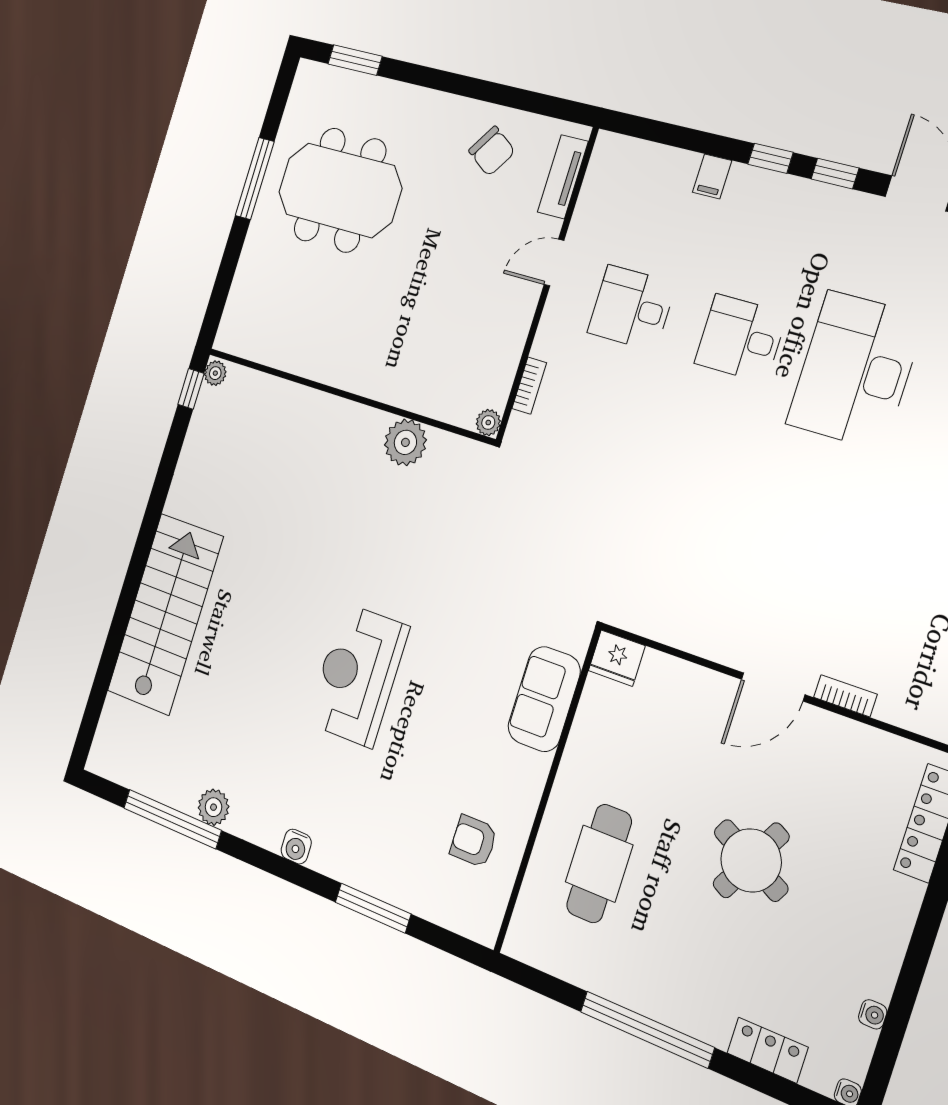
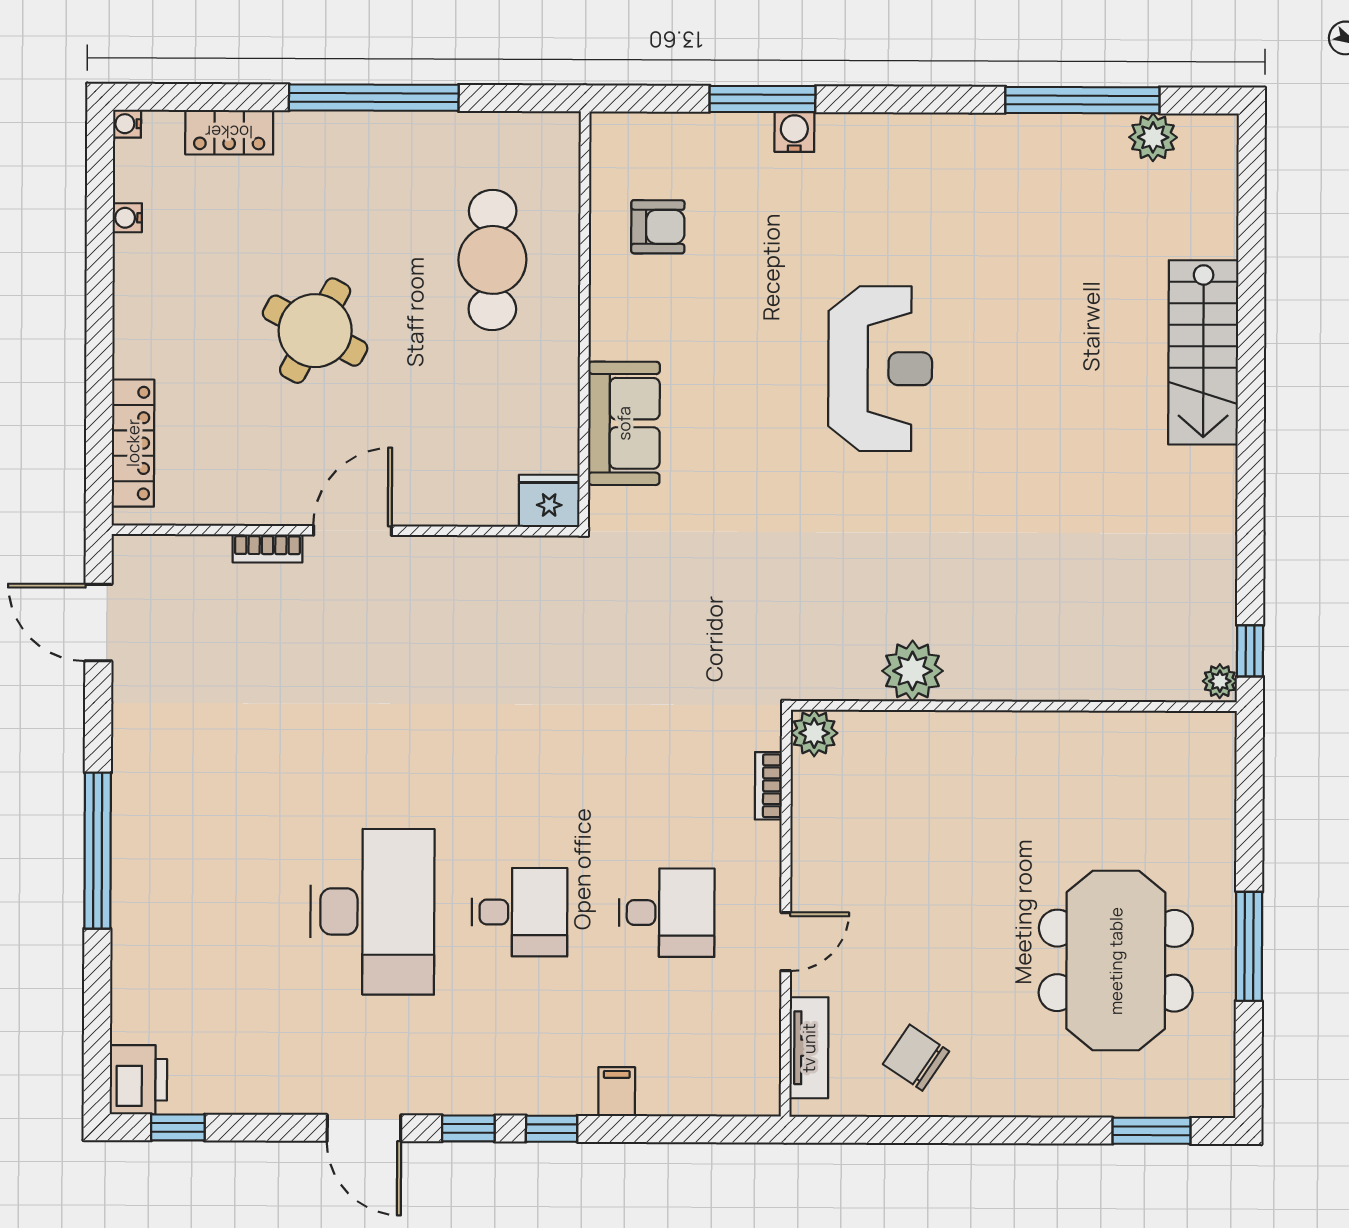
meeting table: (340, 190) -> (1116, 961), turned 90
plant: (488, 423) -> (814, 733), width x1.38, depth x1.38
stairs: (165, 614) -> (1203, 352), width x0.73, depth x0.66
plant: (214, 807) -> (1153, 137), moved
water cooler: (296, 847) -> (794, 132), moved

